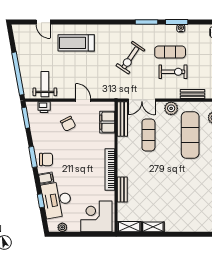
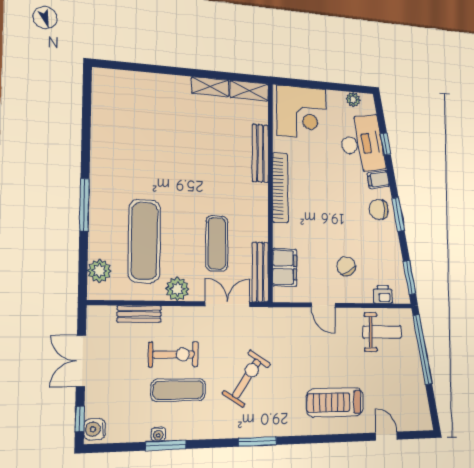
window: (146, 22) -> (258, 442), moved
treadmill: (76, 43) -> (335, 402), turned 180
exercise bike: (173, 72) -> (173, 354), turned 180
weight bench: (45, 84) -> (382, 332), turned -90
bench: (122, 189) -> (260, 153), width x1.36

